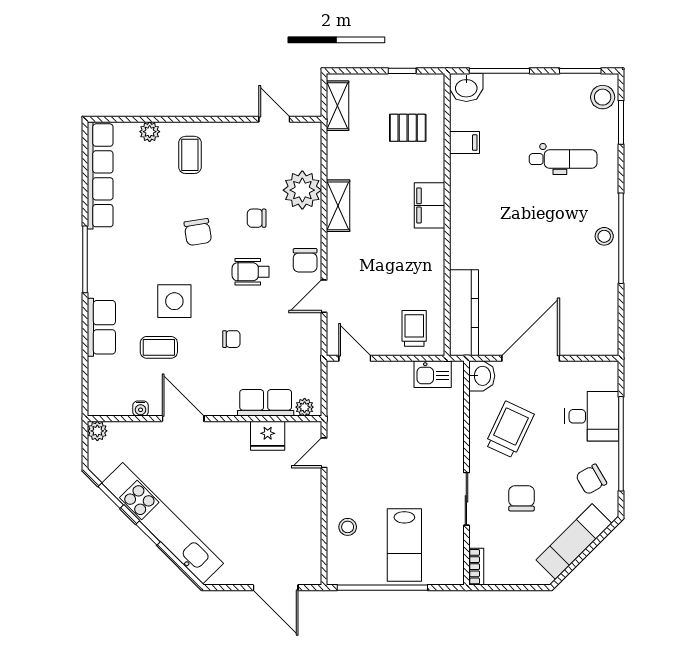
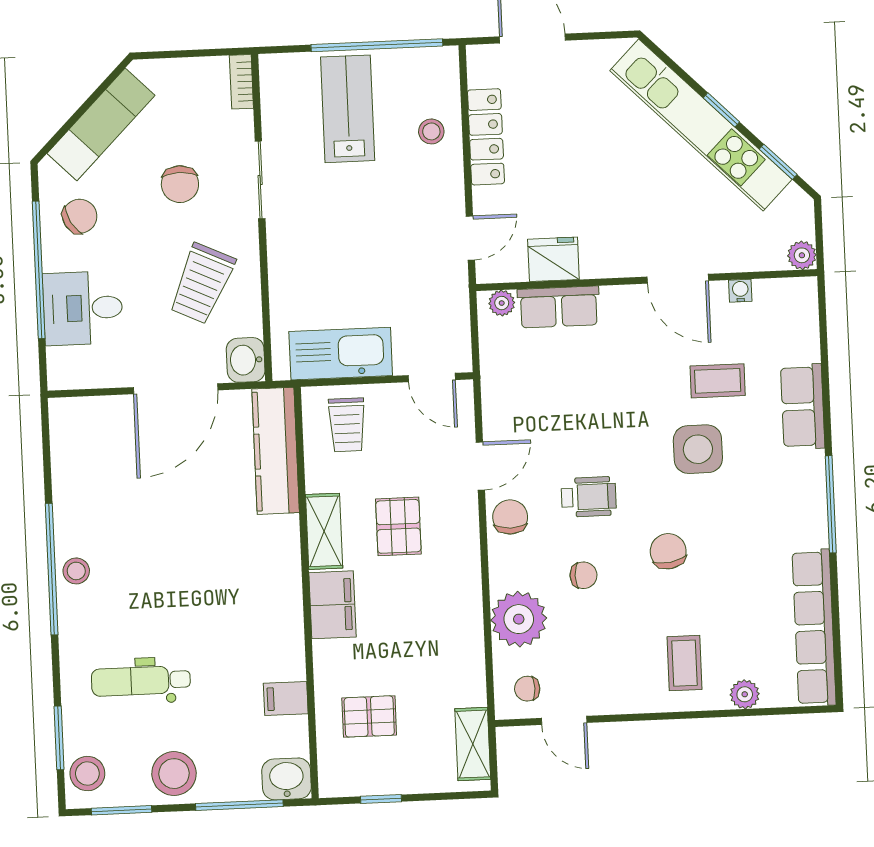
stool: (543, 94) -> (174, 774), added
shelving: (338, 206) -> (324, 531), moved
pallet: (382, 257) -> (398, 526), added
chair: (231, 339) -> (527, 689), moved
kitchen sink: (433, 374) -> (341, 354), width x1.87, depth x1.24
locker: (310, 522) -> (486, 137), added

